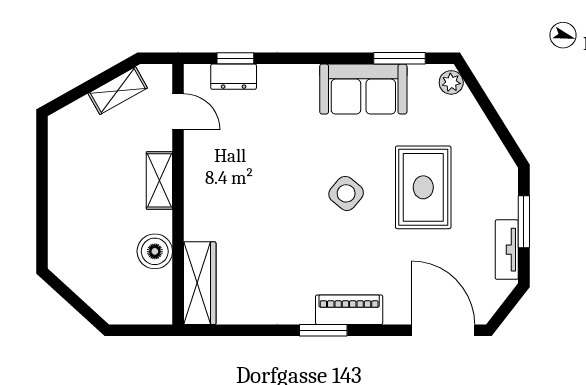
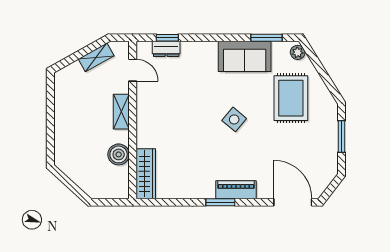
rug: (423, 187) -> (291, 98), moved
tv unit: (507, 250) -> (331, 153), removed

